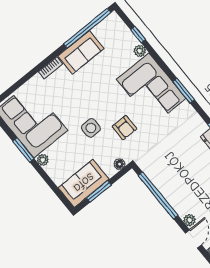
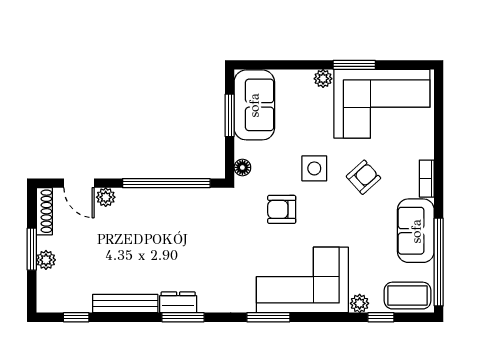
coffee table: (116, 30) -> (408, 296), added
armchair: (75, 100) -> (363, 177), added

